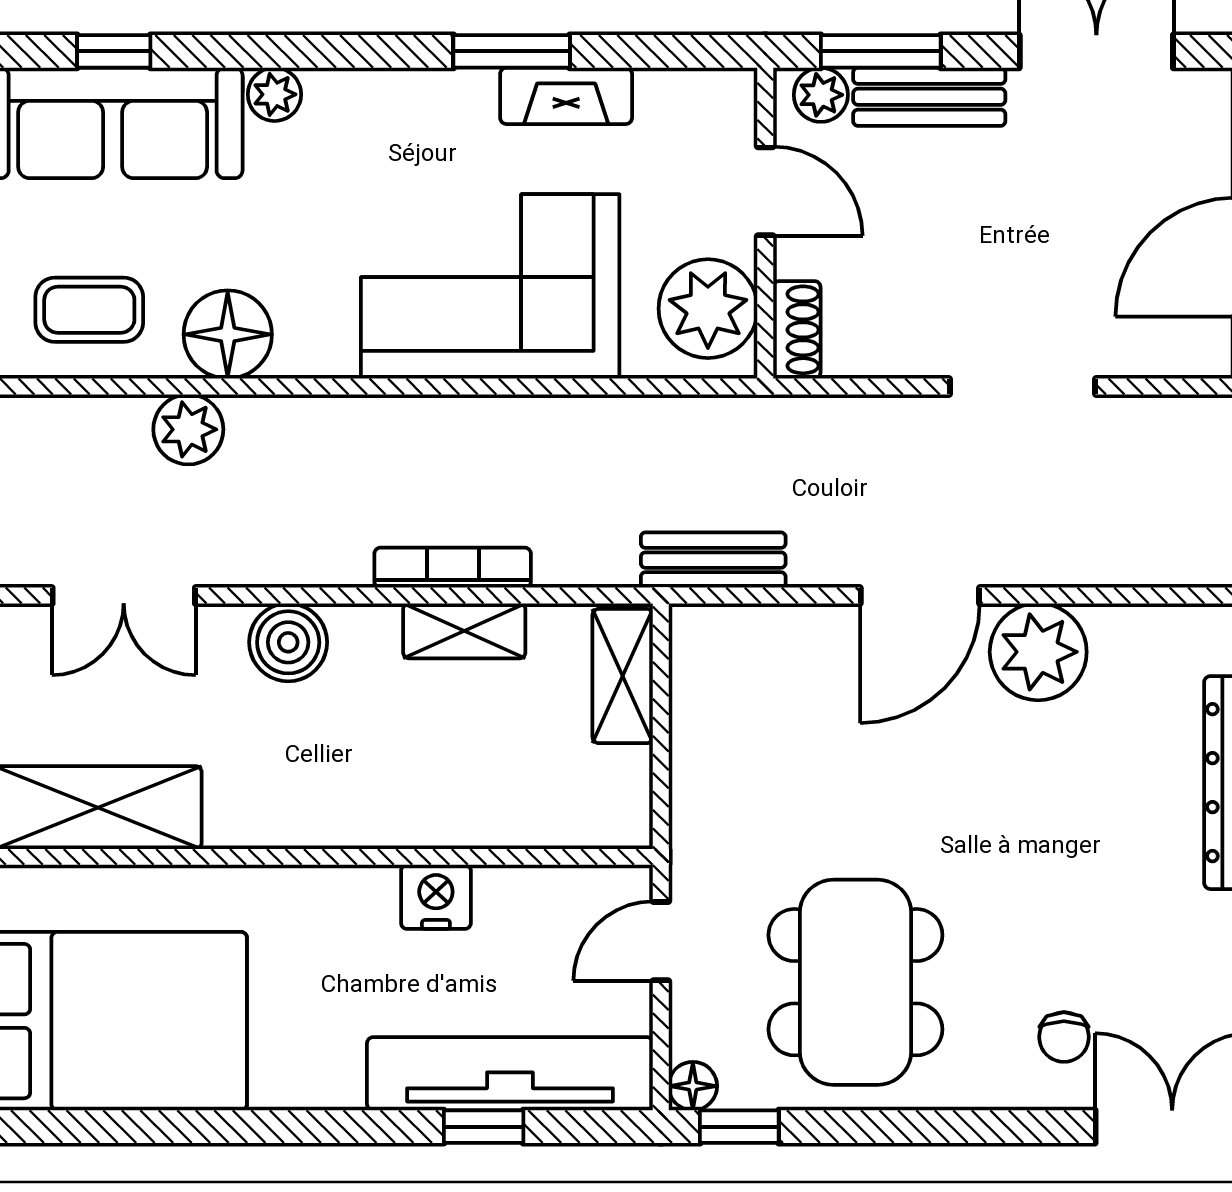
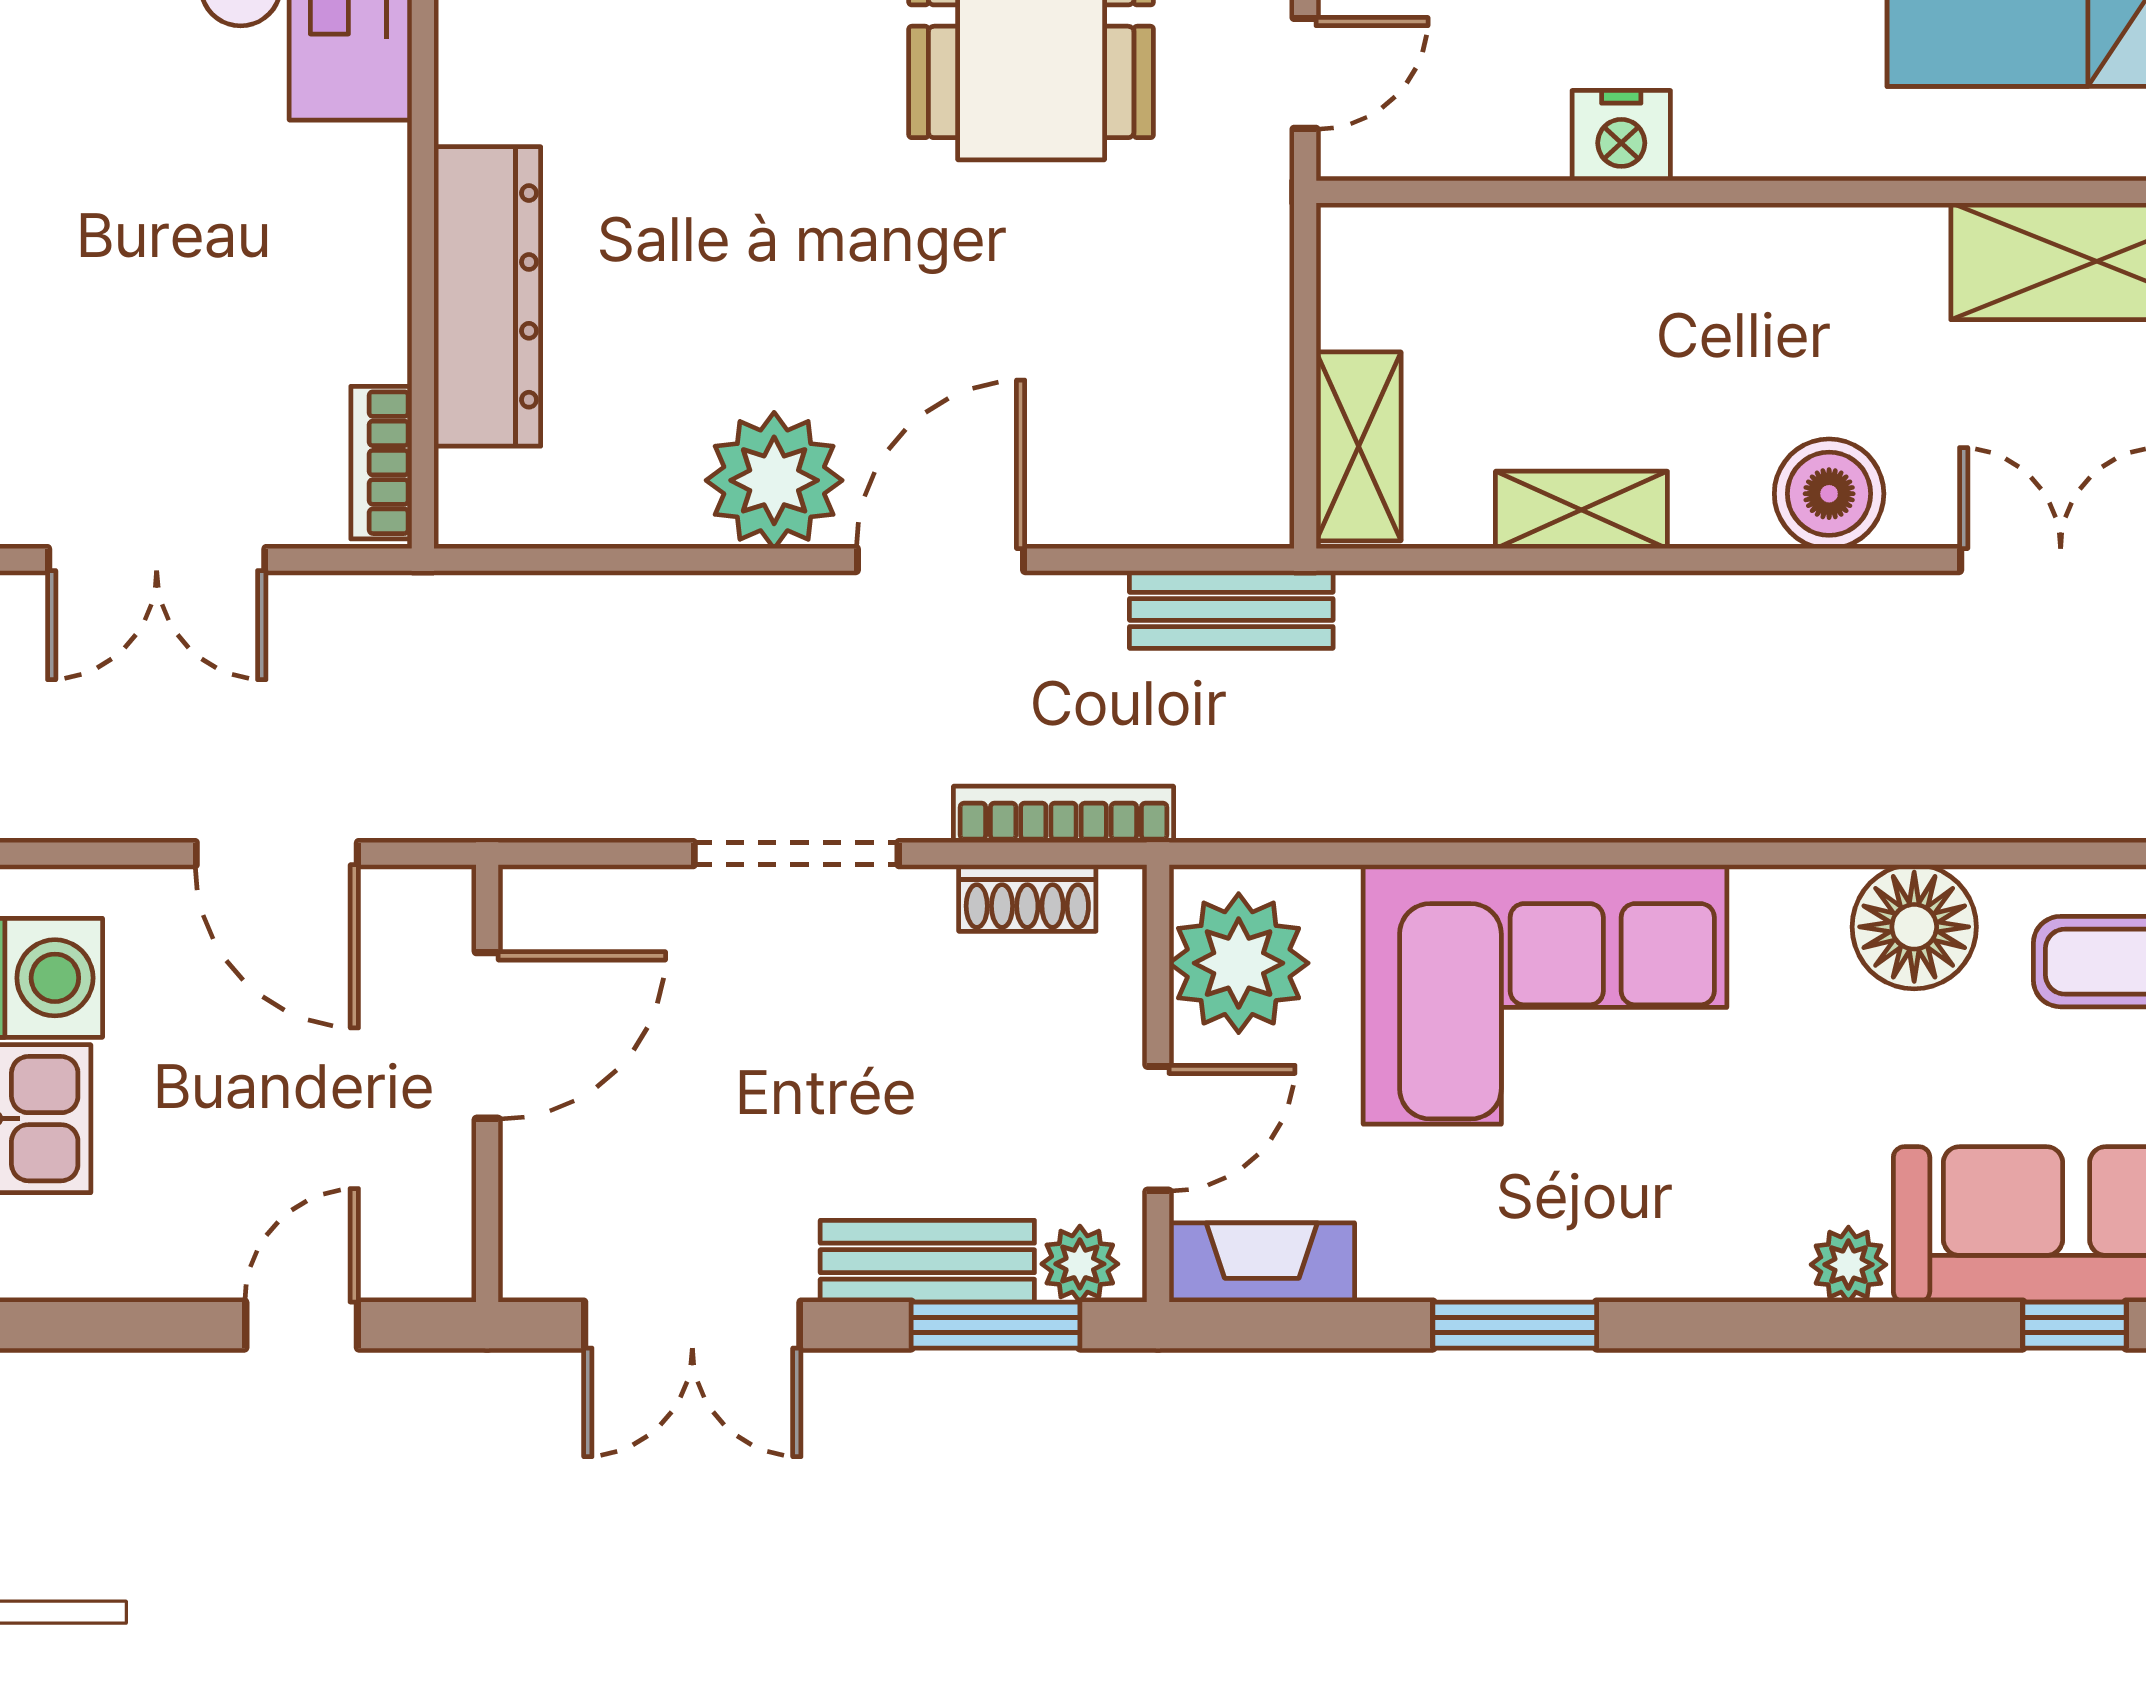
fireplace: (566, 96) -> (1262, 1262), moved
door: (765, 191) -> (1158, 1128), swing flipped
shoe rack: (797, 330) -> (1027, 898), moved, turned -90
plant: (188, 429) -> (1970, 793), removed
bookcase: (453, 568) -> (1064, 814), moved, turned 180

